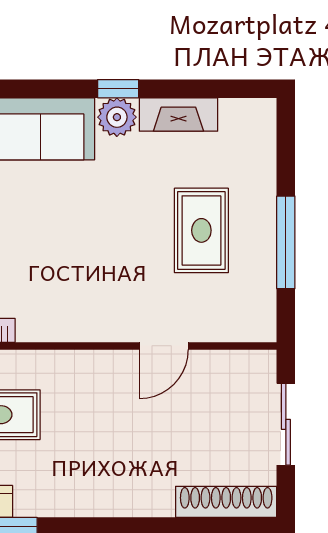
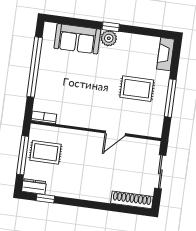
fireplace: (178, 115) -> (166, 54), moved, turned 90
rug: (201, 230) -> (137, 89), turned 90

